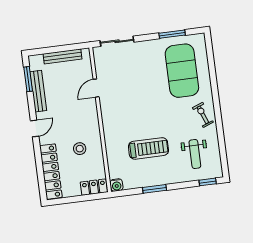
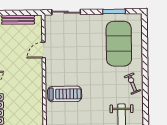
treadmill: (148, 148) -> (65, 94), moved
stool: (80, 149) -> (24, 100), removed

